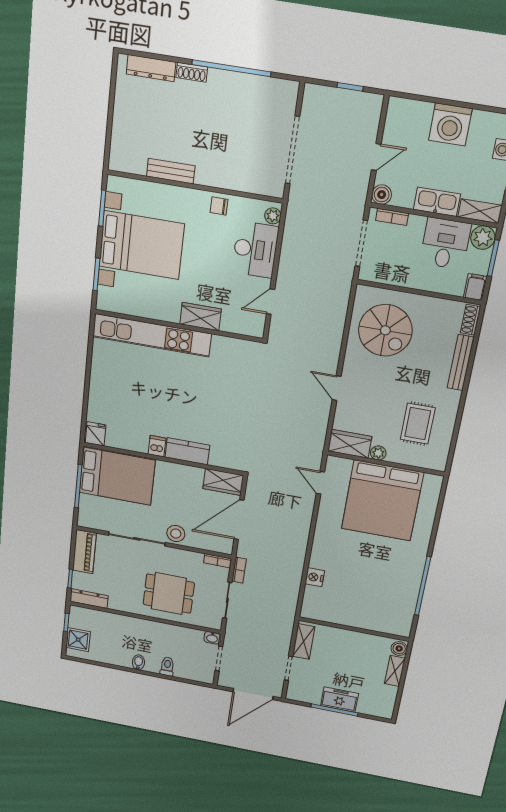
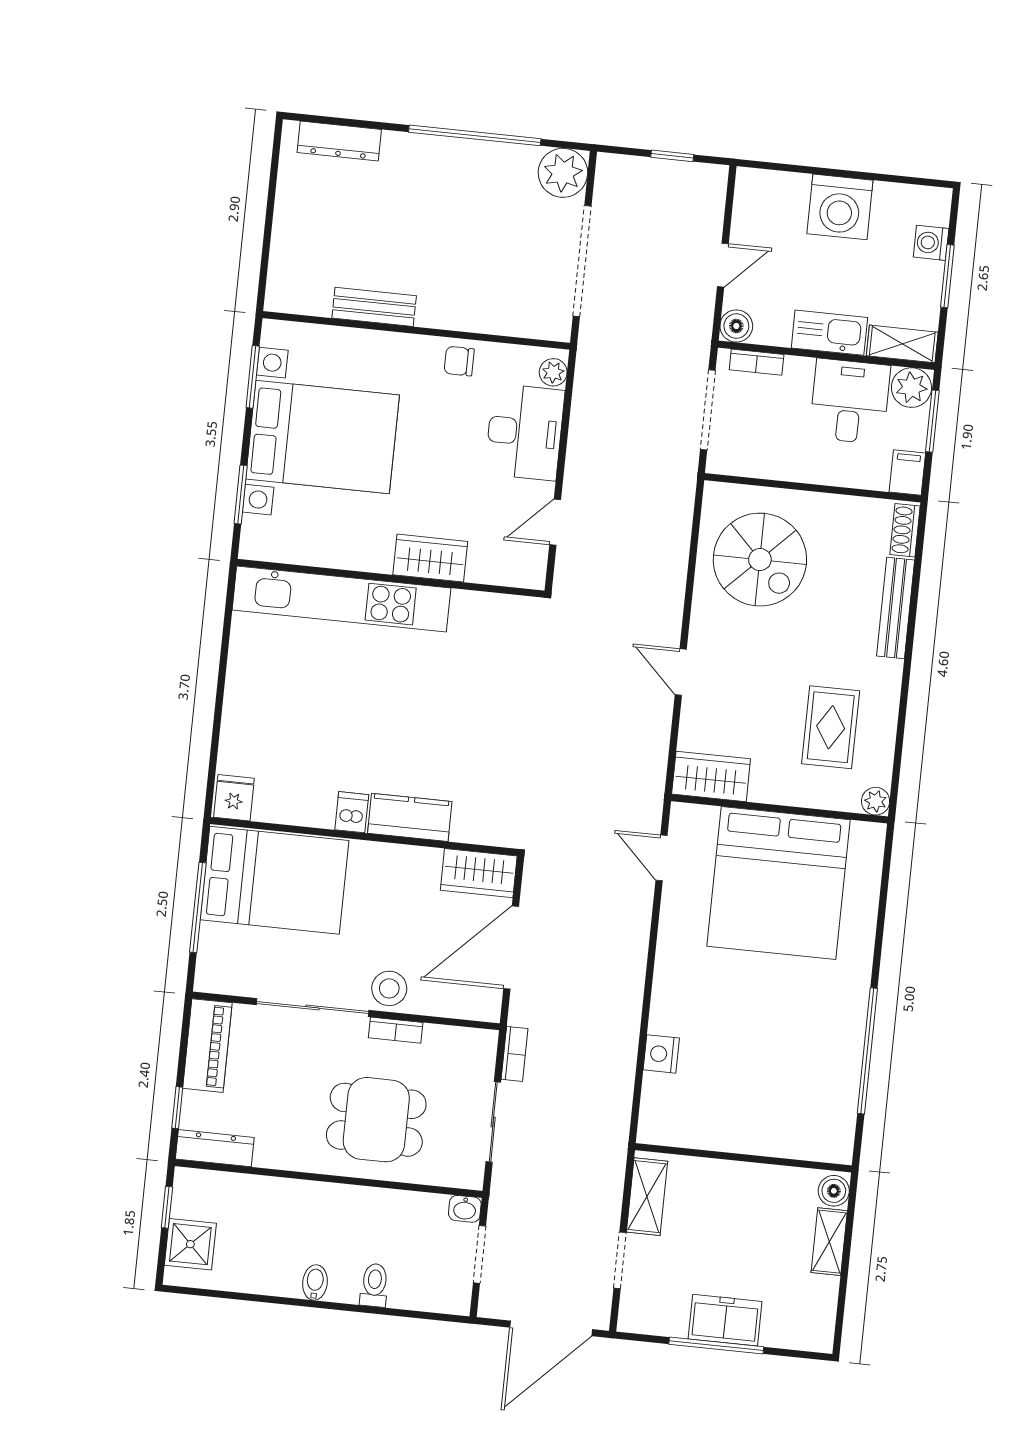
shoe rack: (192, 72) -> (408, 145), removed
plant: (283, 94) -> (563, 173), added
plant: (378, 453) -> (876, 801), moved
bookcase: (218, 561) -> (396, 1030), moved

